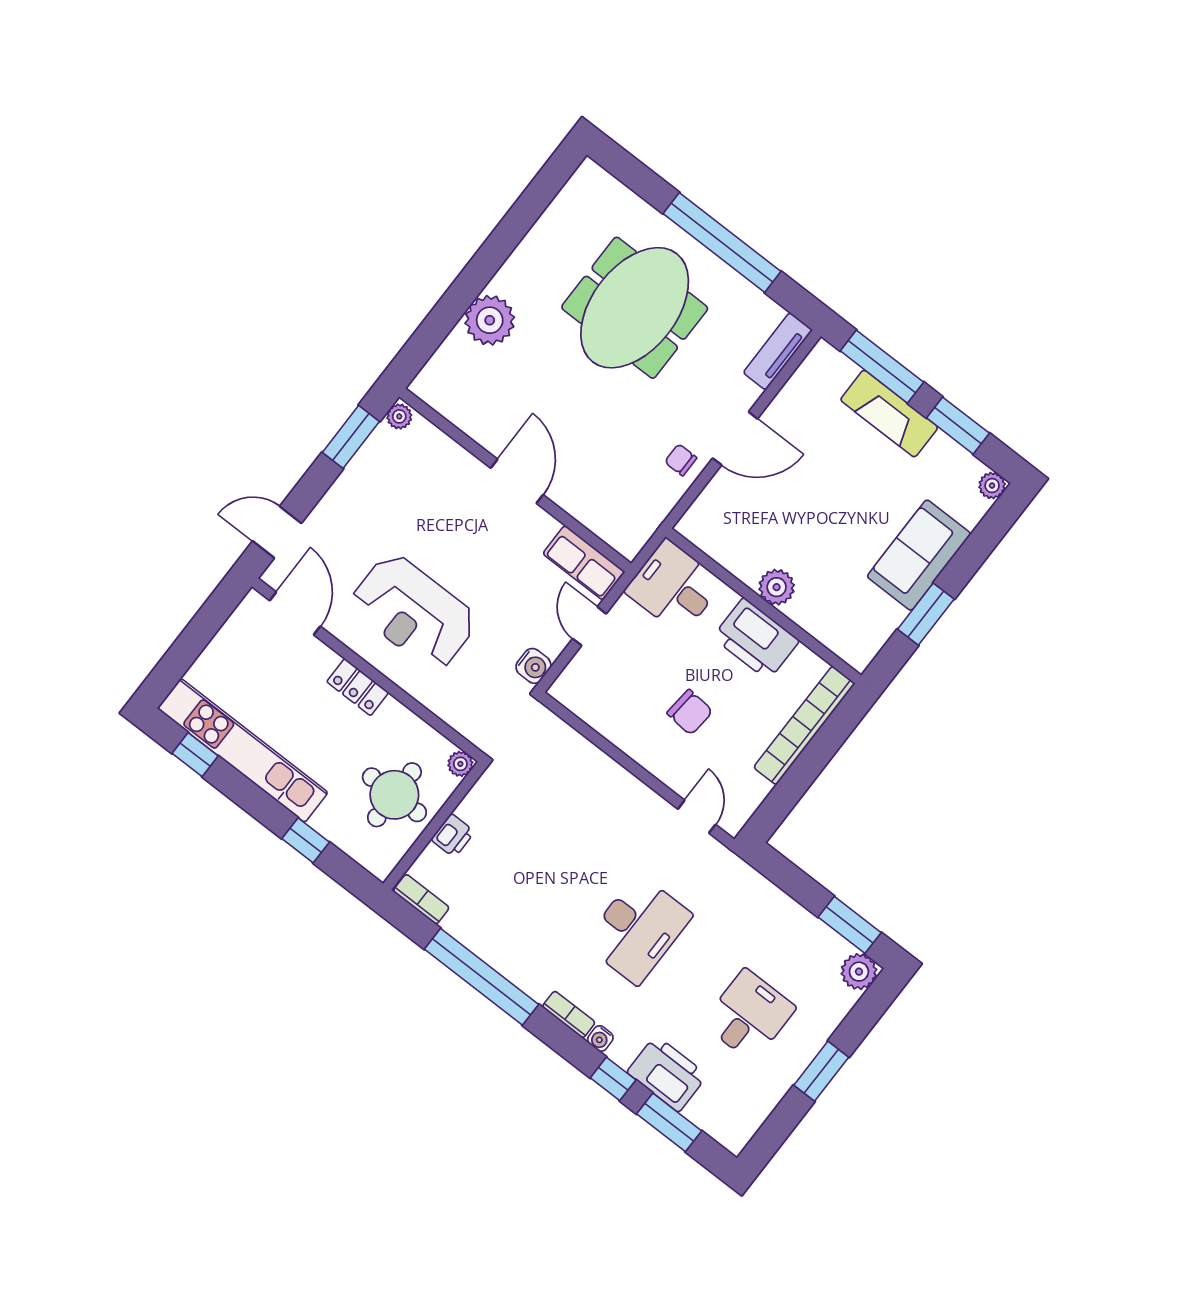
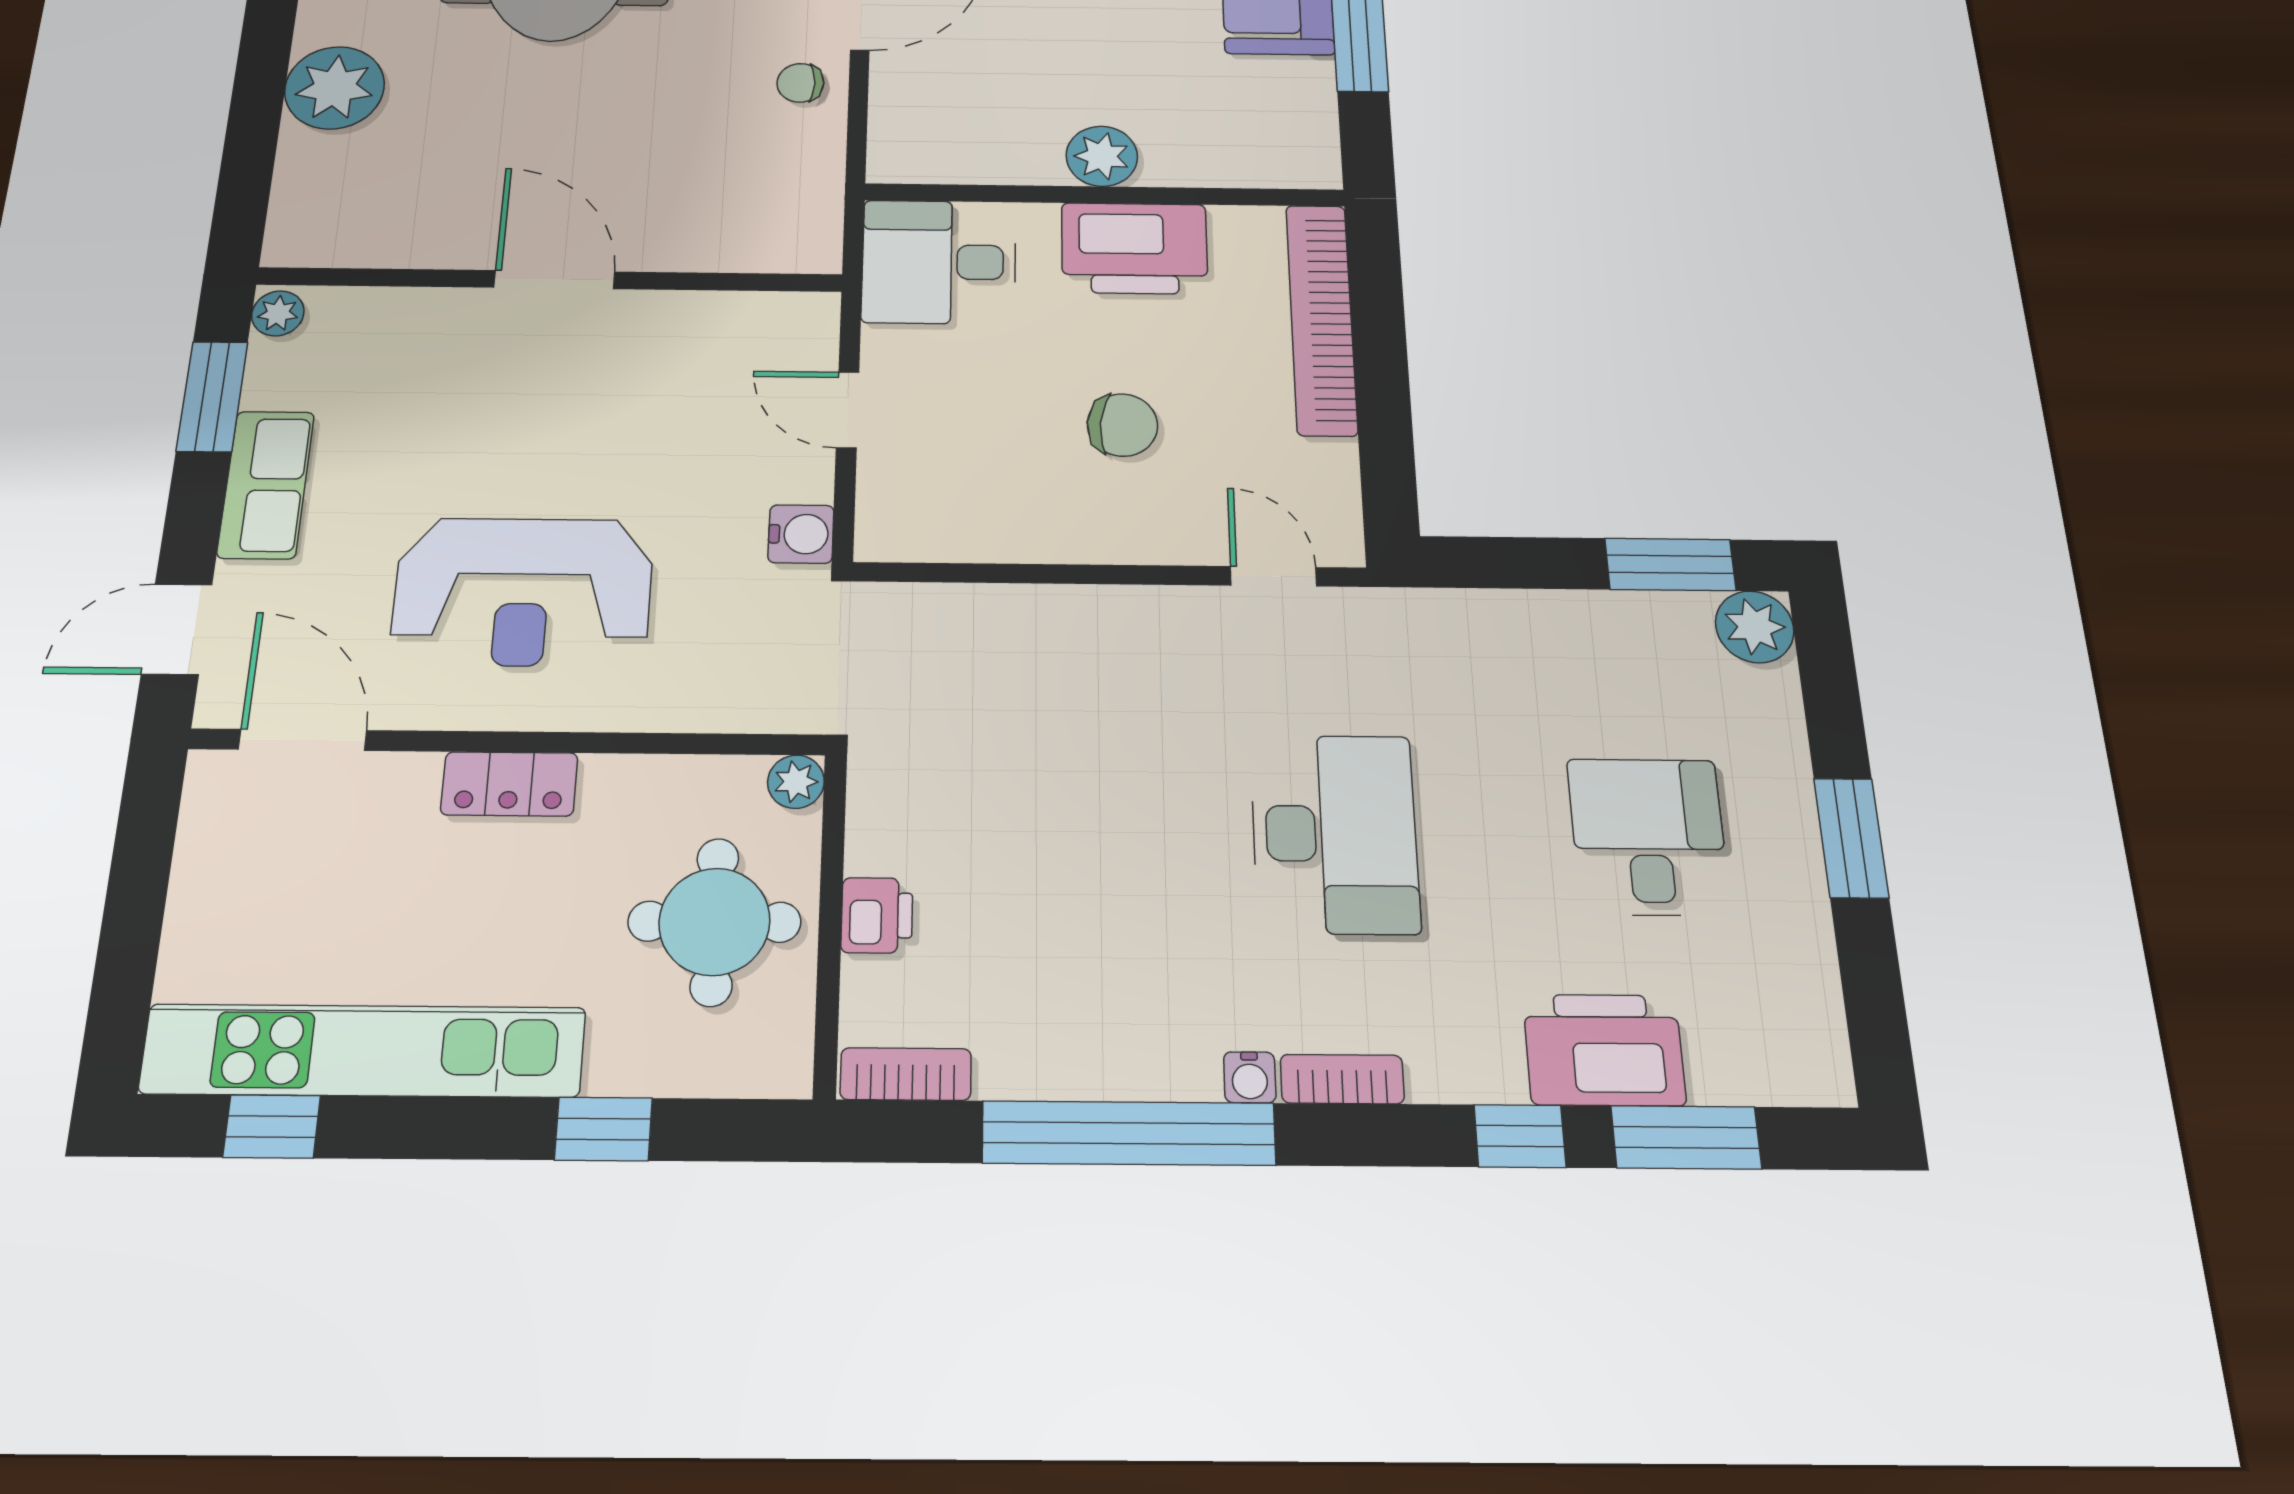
row of seats: (584, 563) -> (266, 485), moved, turned -90
water cooler: (600, 1038) -> (1250, 1077), moved

